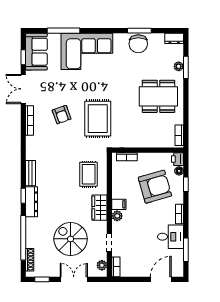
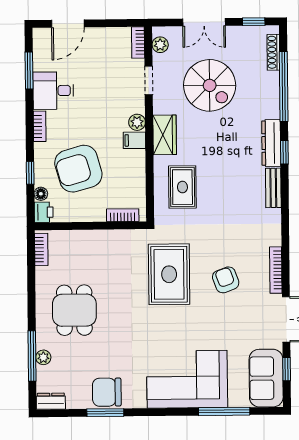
chair: (138, 44) -> (107, 392), turned -90
window: (186, 67) -> (32, 356), width x1.44
dining table: (158, 96) -> (74, 310), width x0.73

